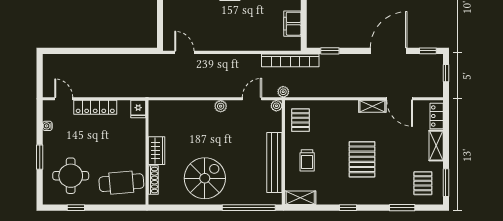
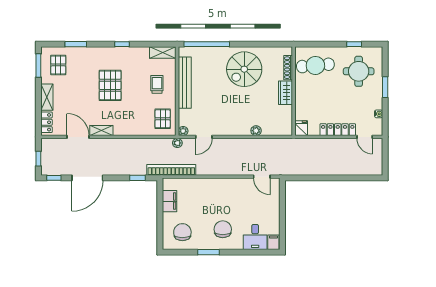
plant: (221, 106) -> (256, 131), moved

